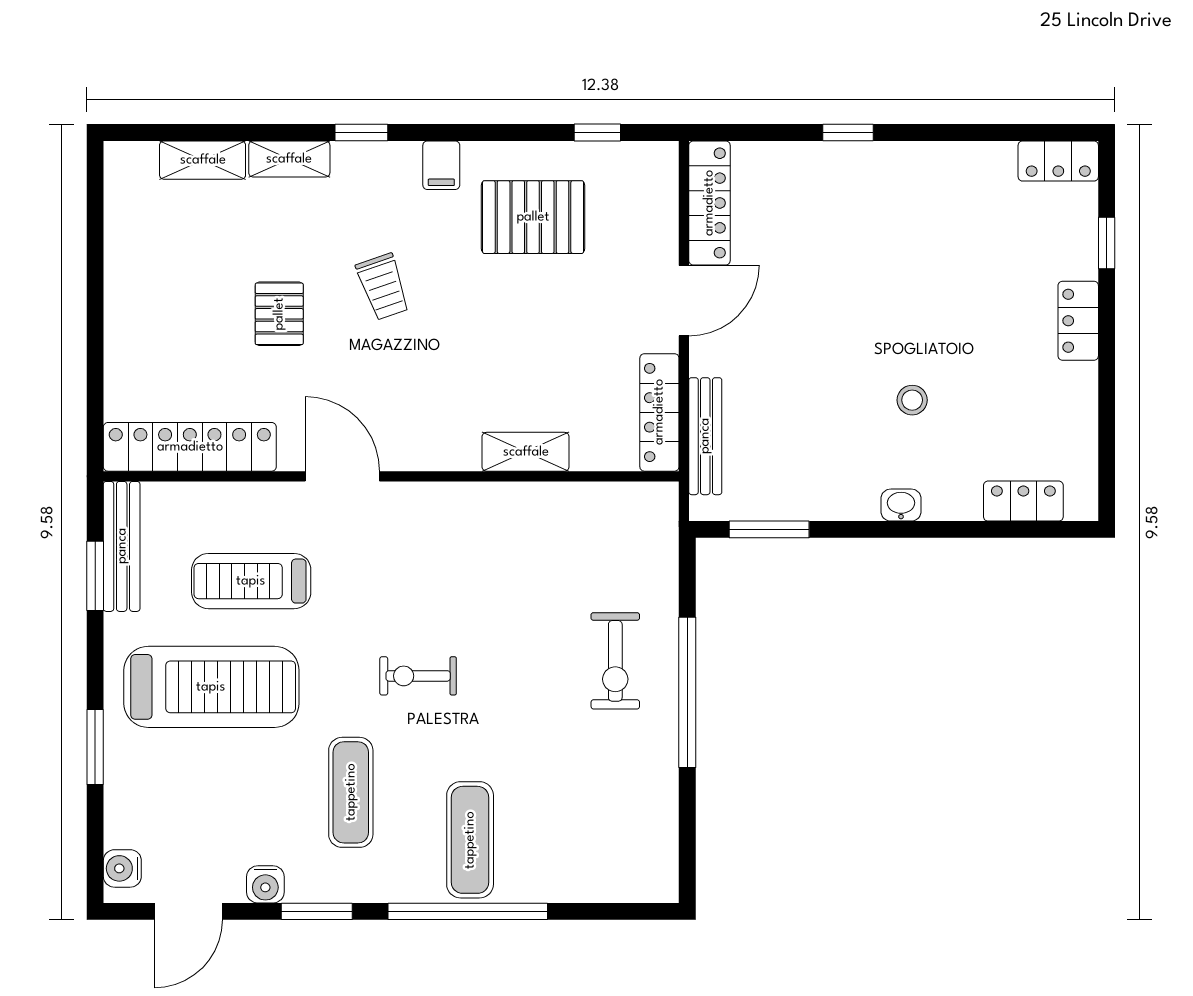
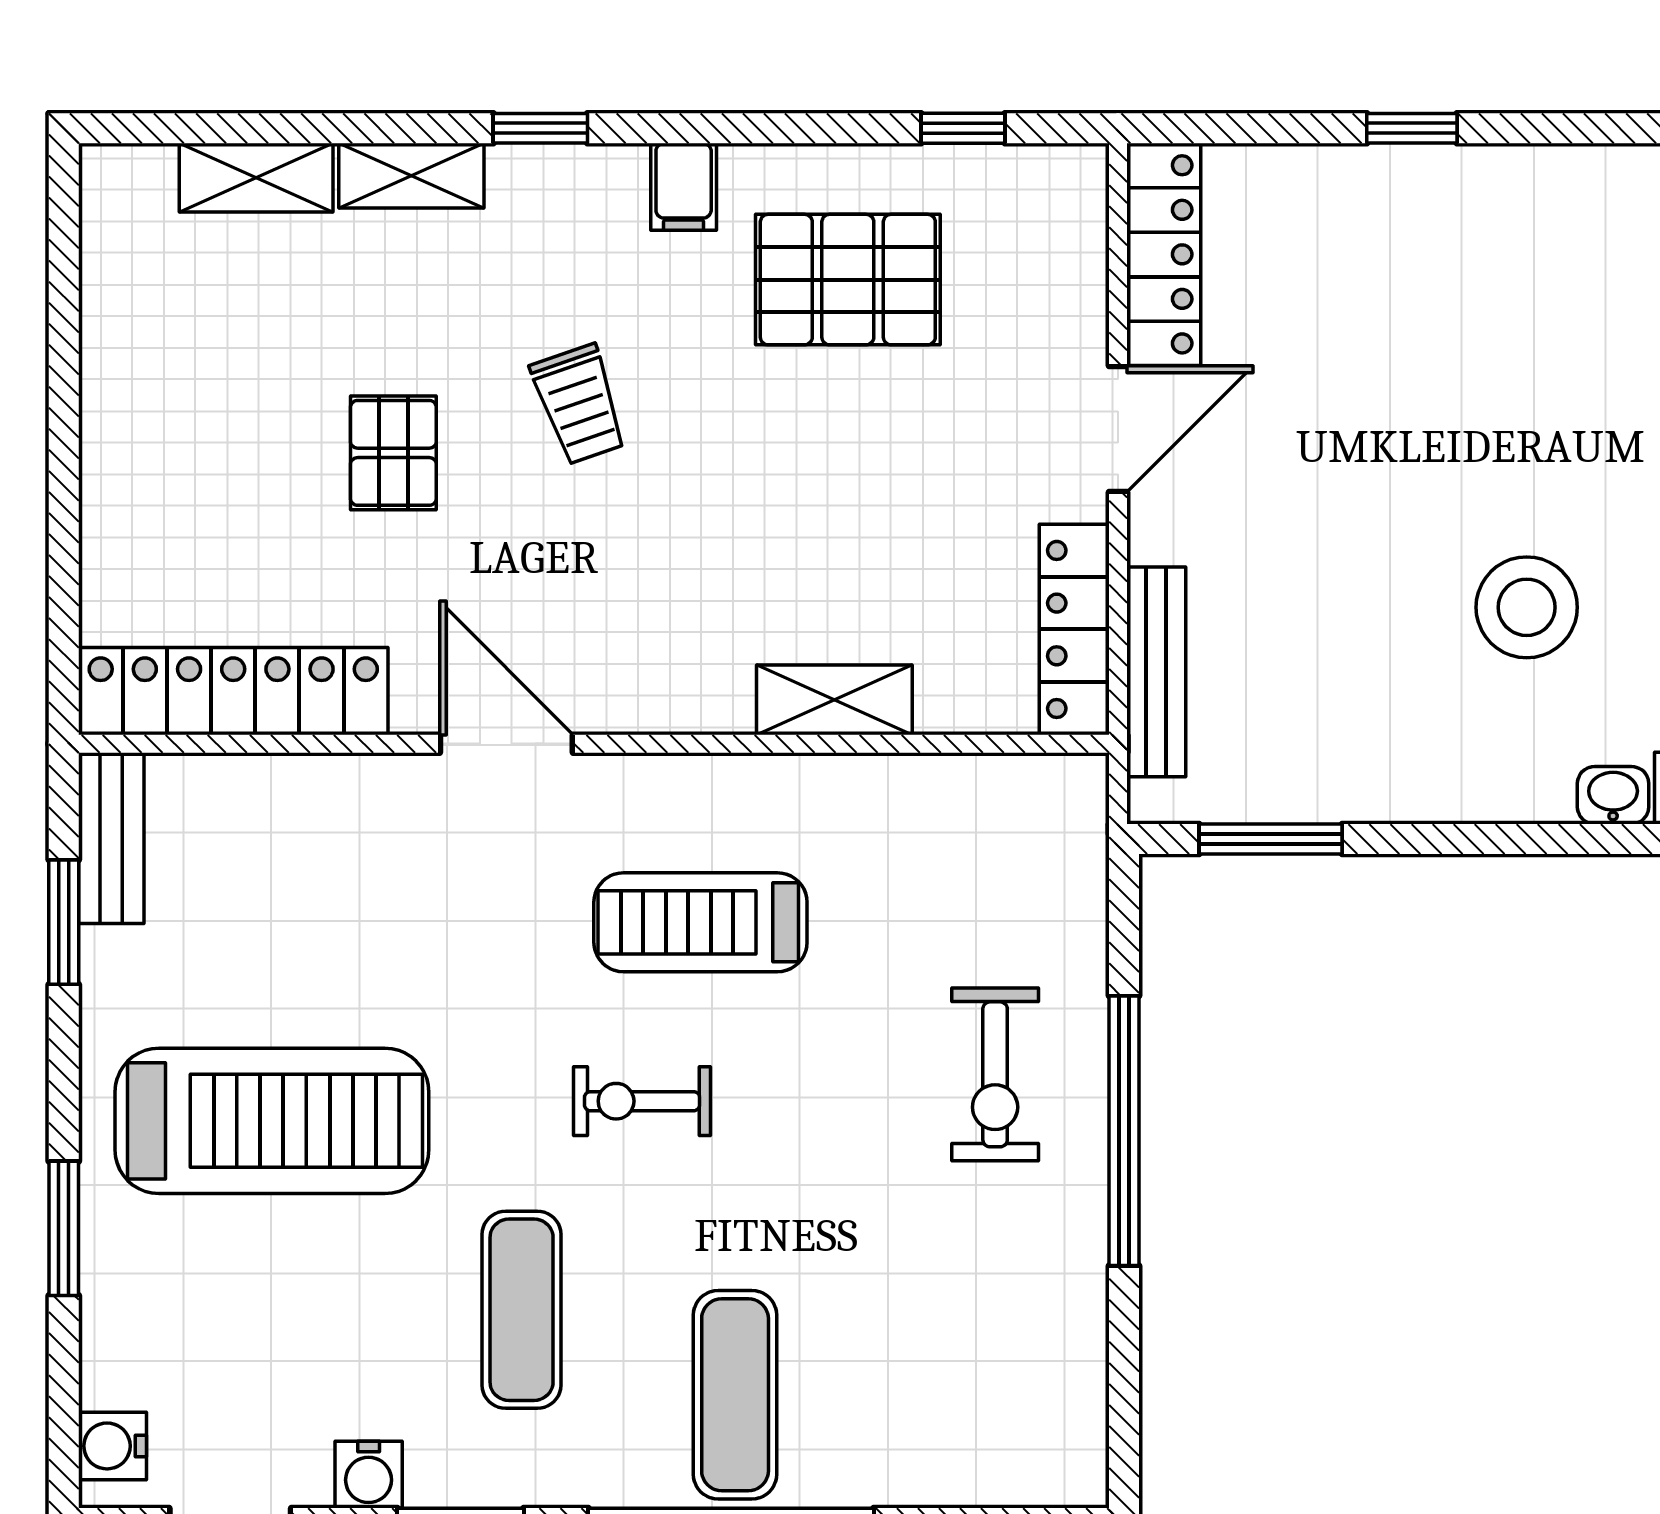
stool: (912, 400) -> (1527, 607), width x1.89, depth x1.89
washbasin: (901, 505) -> (1613, 795), moved
bench: (122, 546) -> (111, 838), width x0.73
treadmill: (251, 581) -> (700, 922), moved

